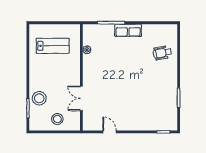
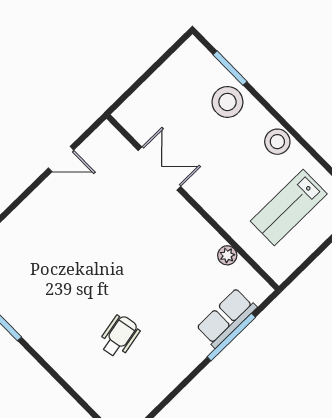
row of seats: (128, 30) -> (226, 318), moved
wheelchair: (162, 53) -> (119, 336), moved
stool: (57, 119) -> (277, 142), moved

